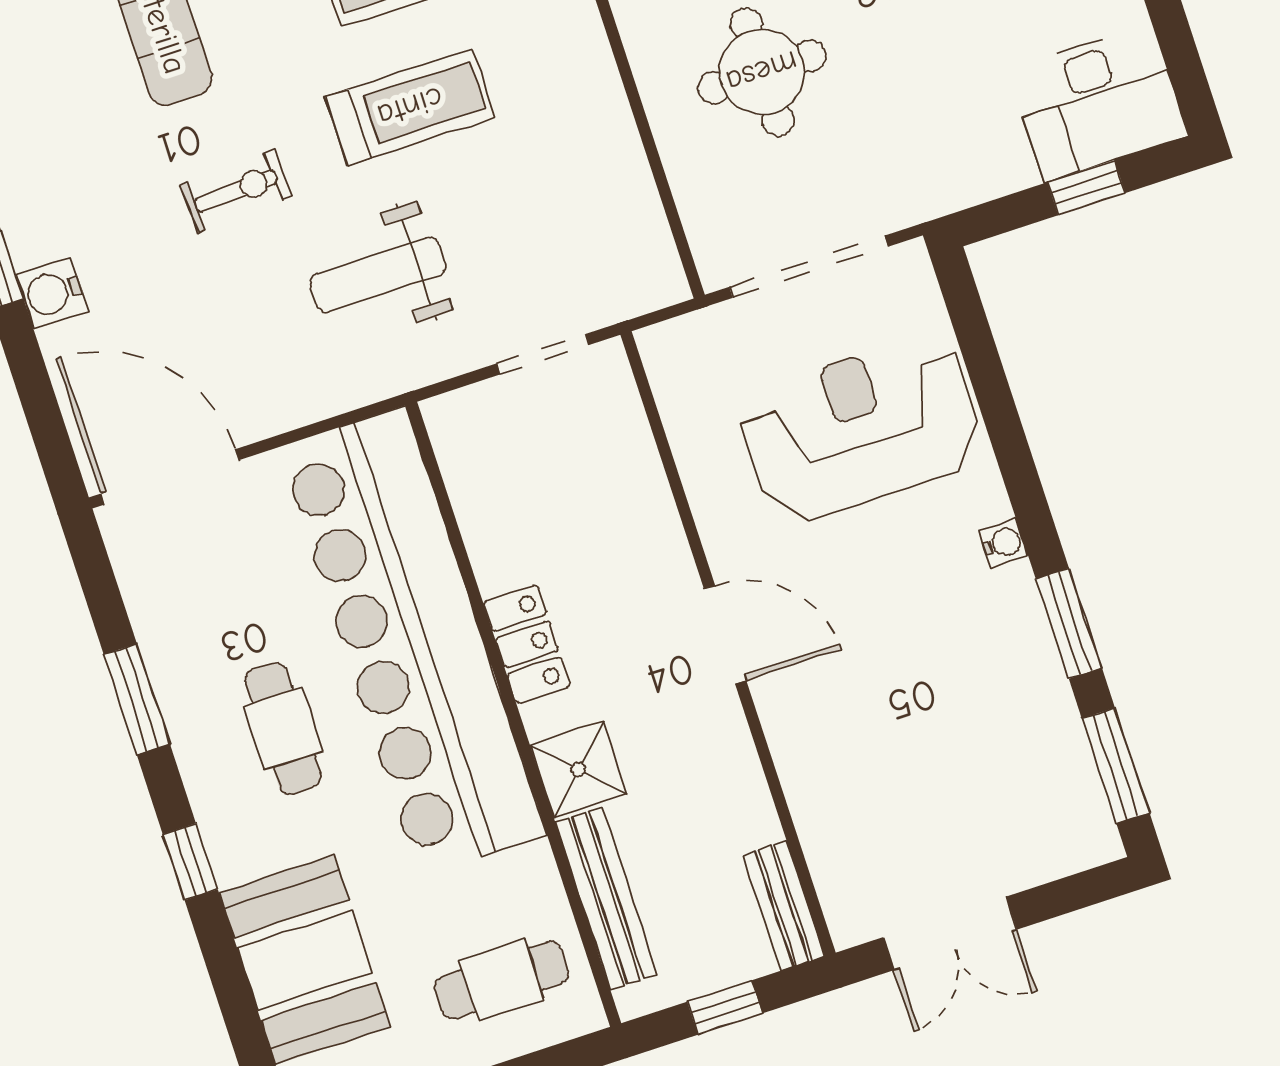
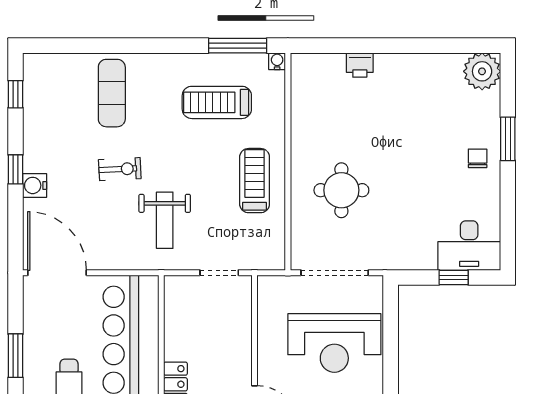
treadmill: (410, 107) -> (255, 181), moved, turned -90
weight bench: (378, 275) -> (165, 220), turned -90
reception desk: (861, 429) -> (334, 343), turned 180

